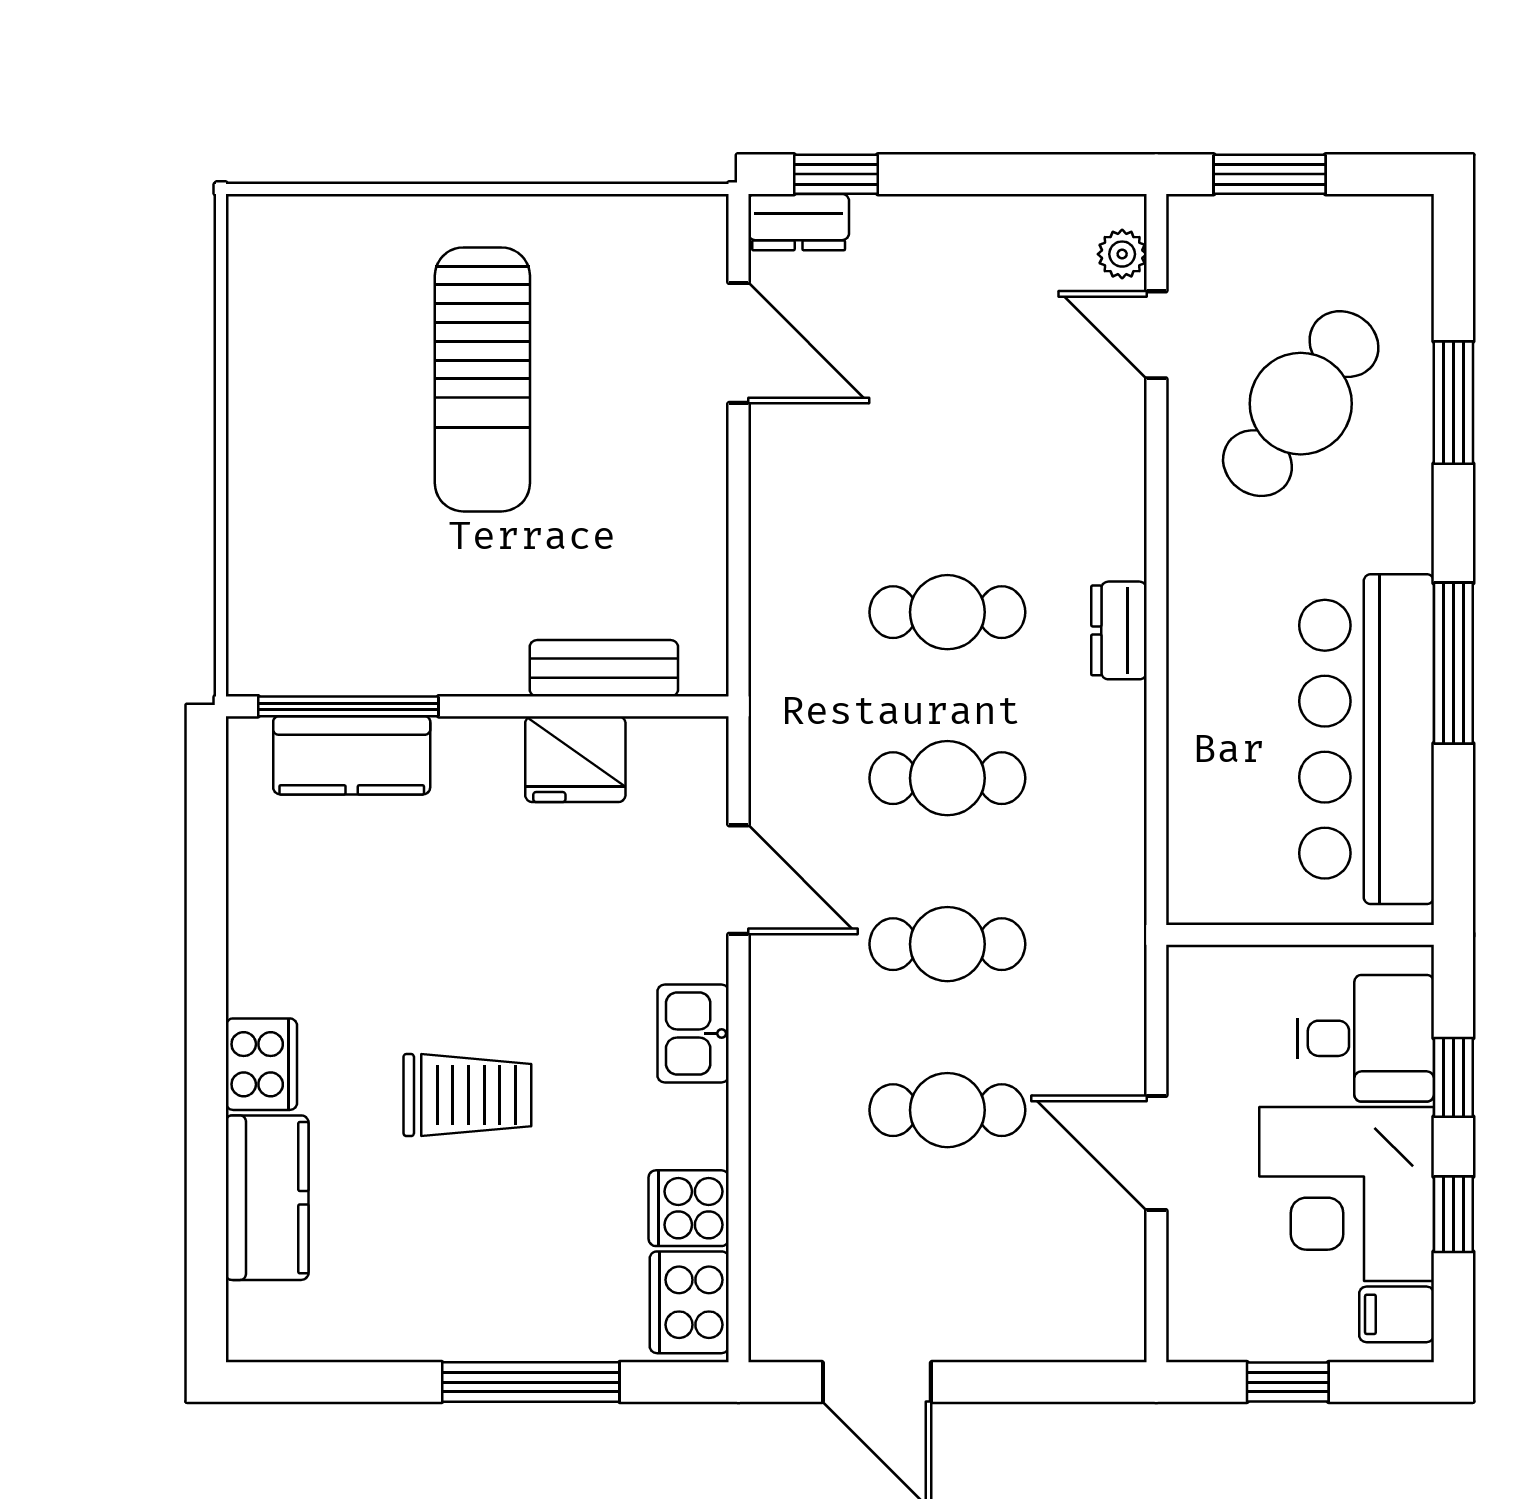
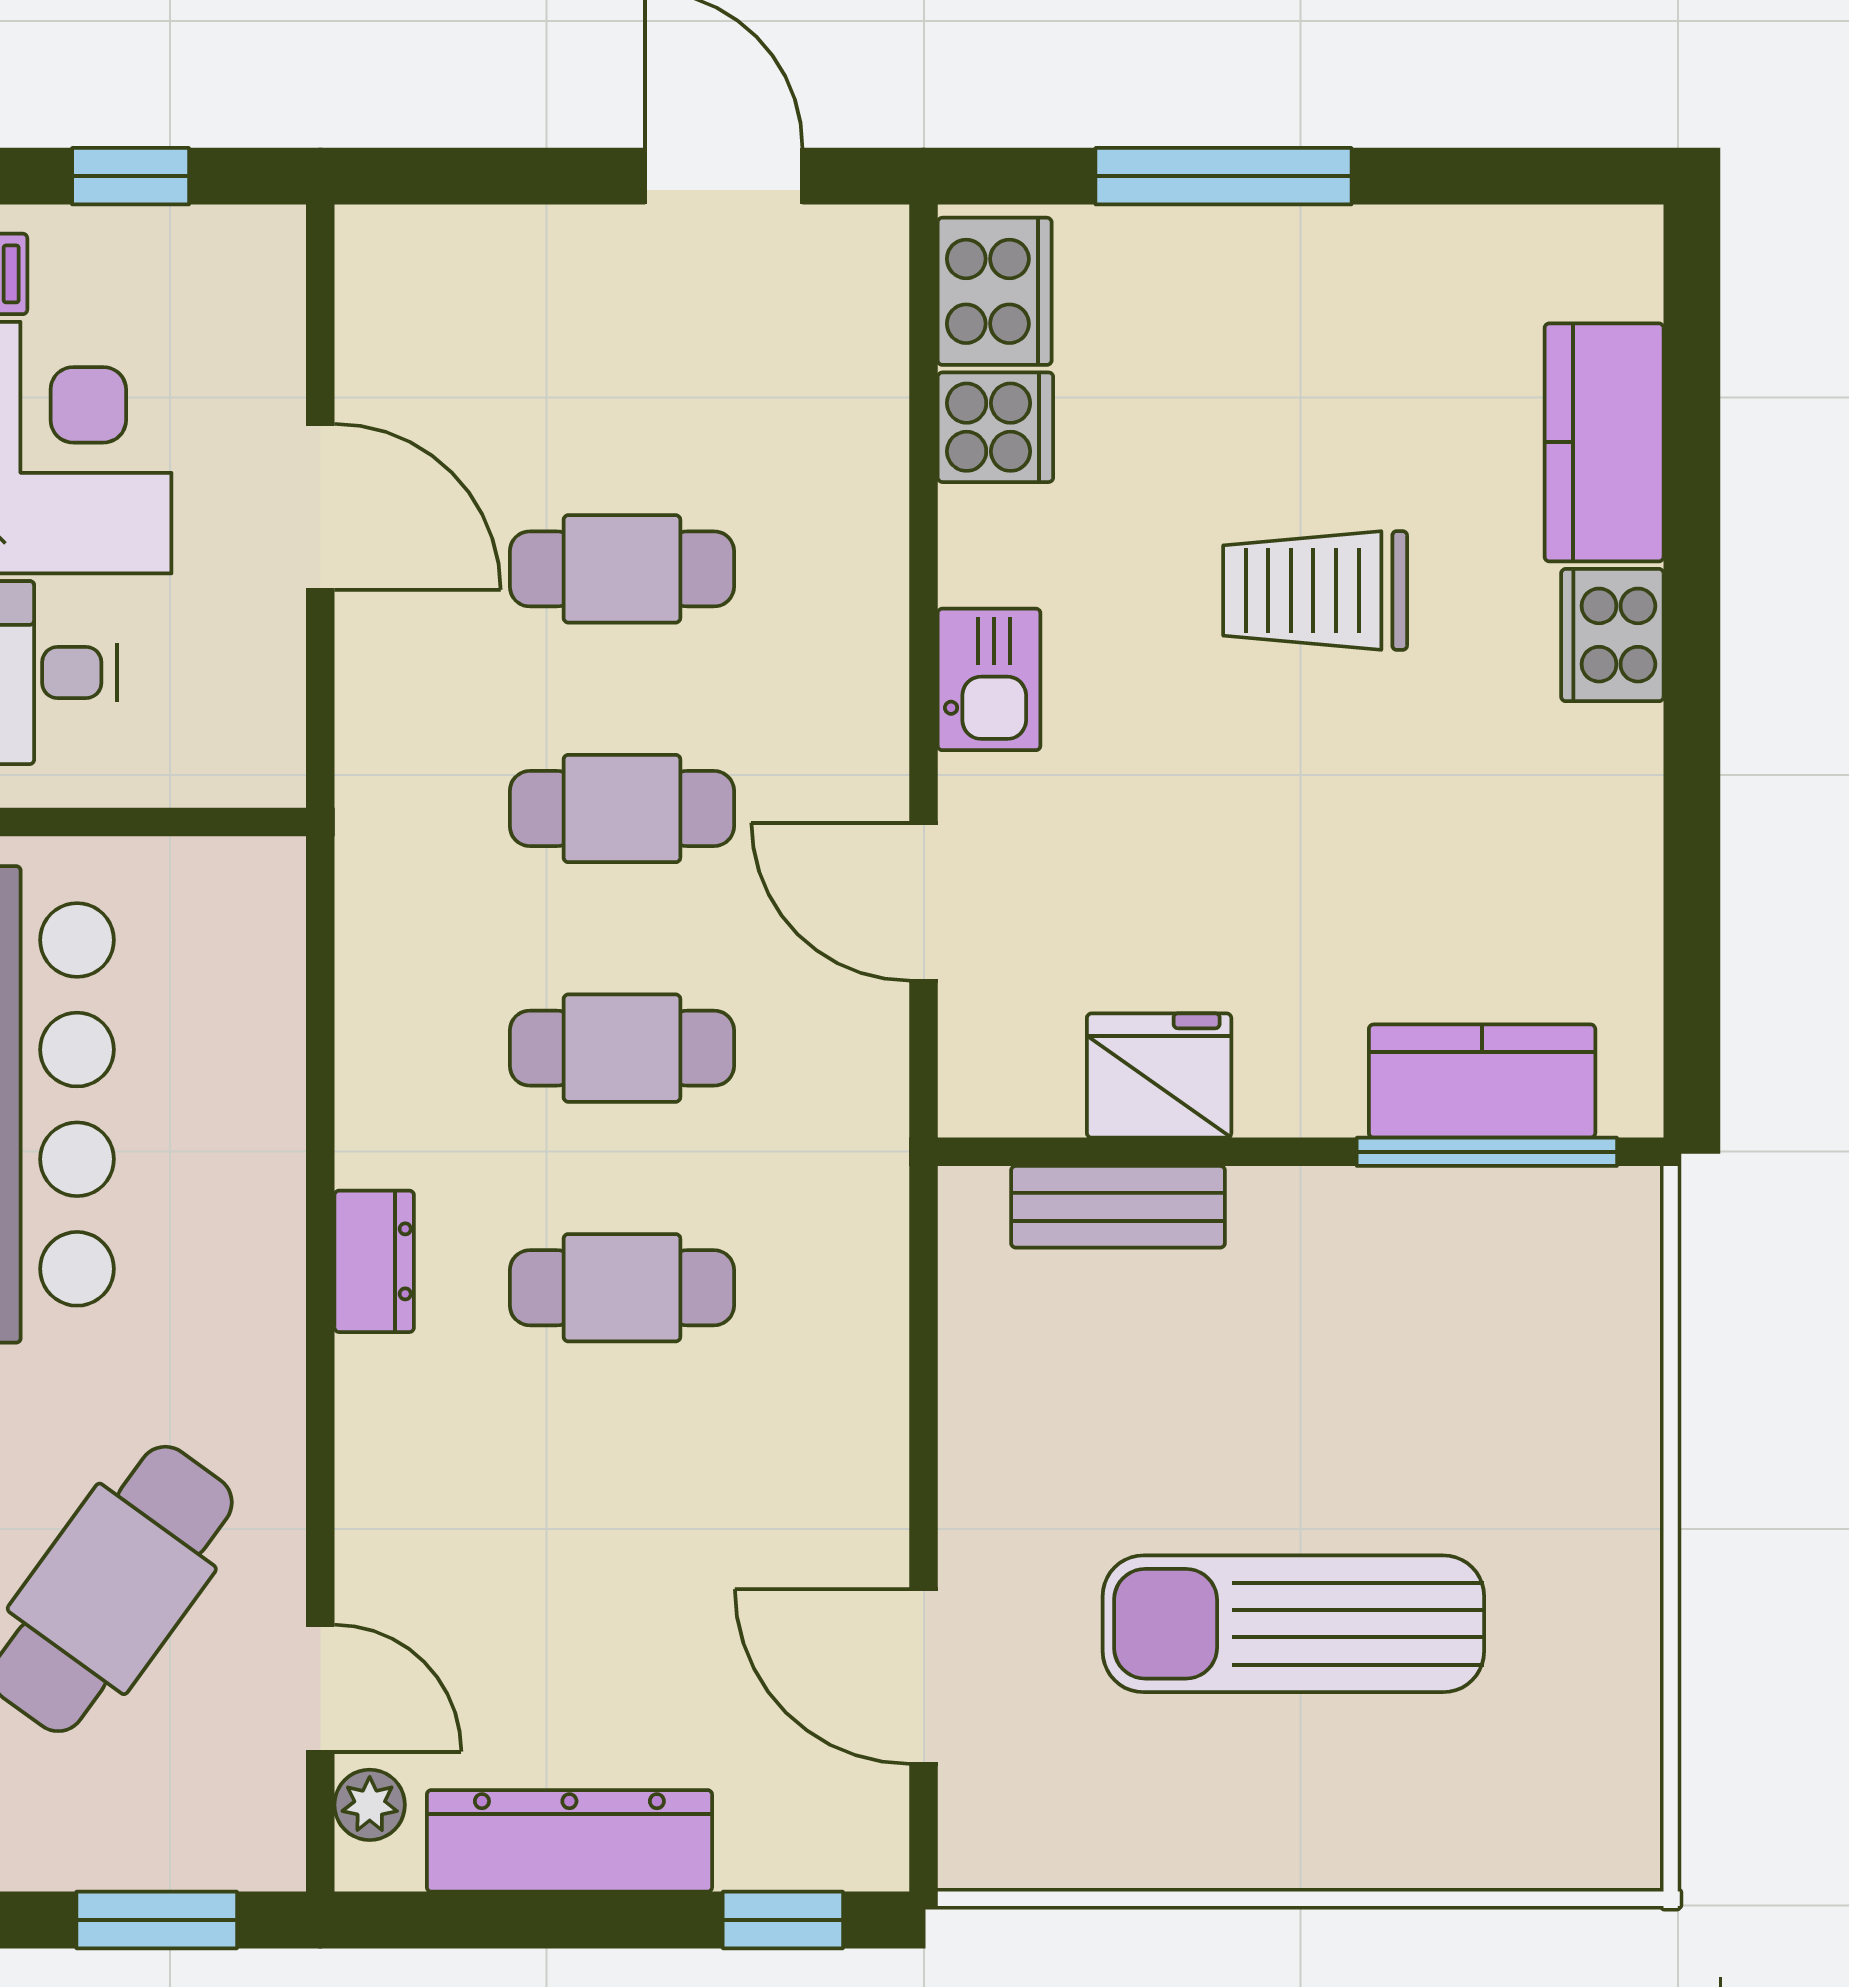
dresser: (799, 222) -> (569, 1841), moved, width x1.96, depth x1.24
sun lounger: (482, 379) -> (1293, 1624), turned -90

